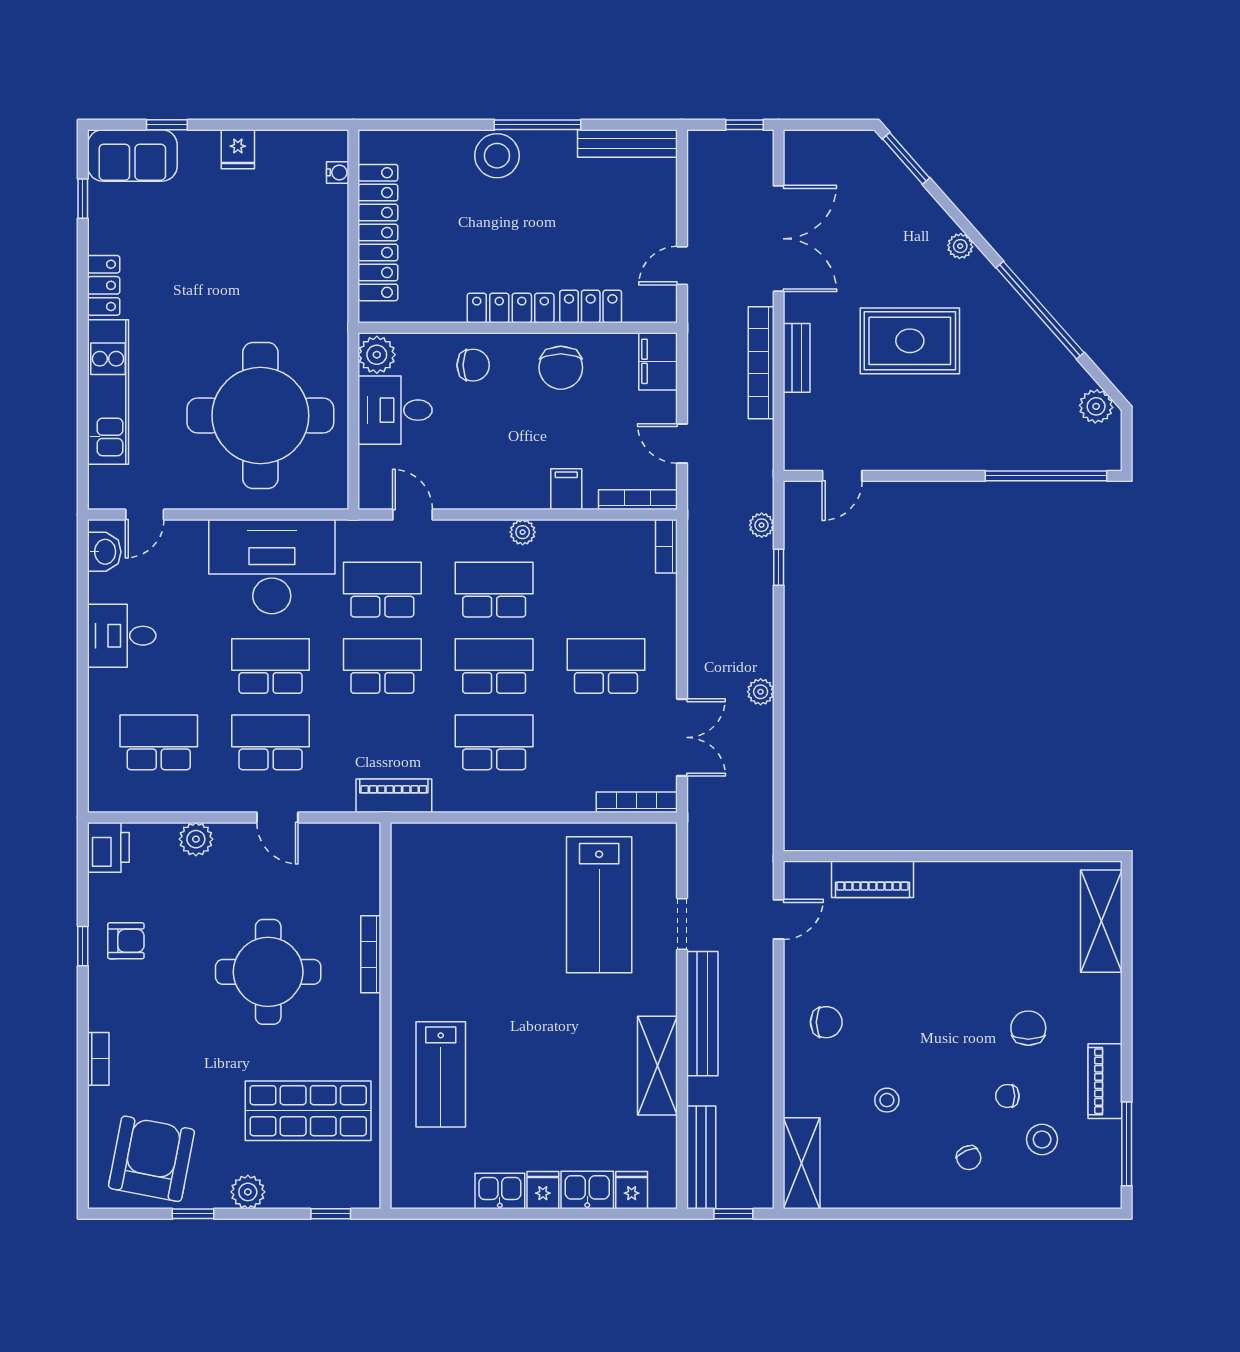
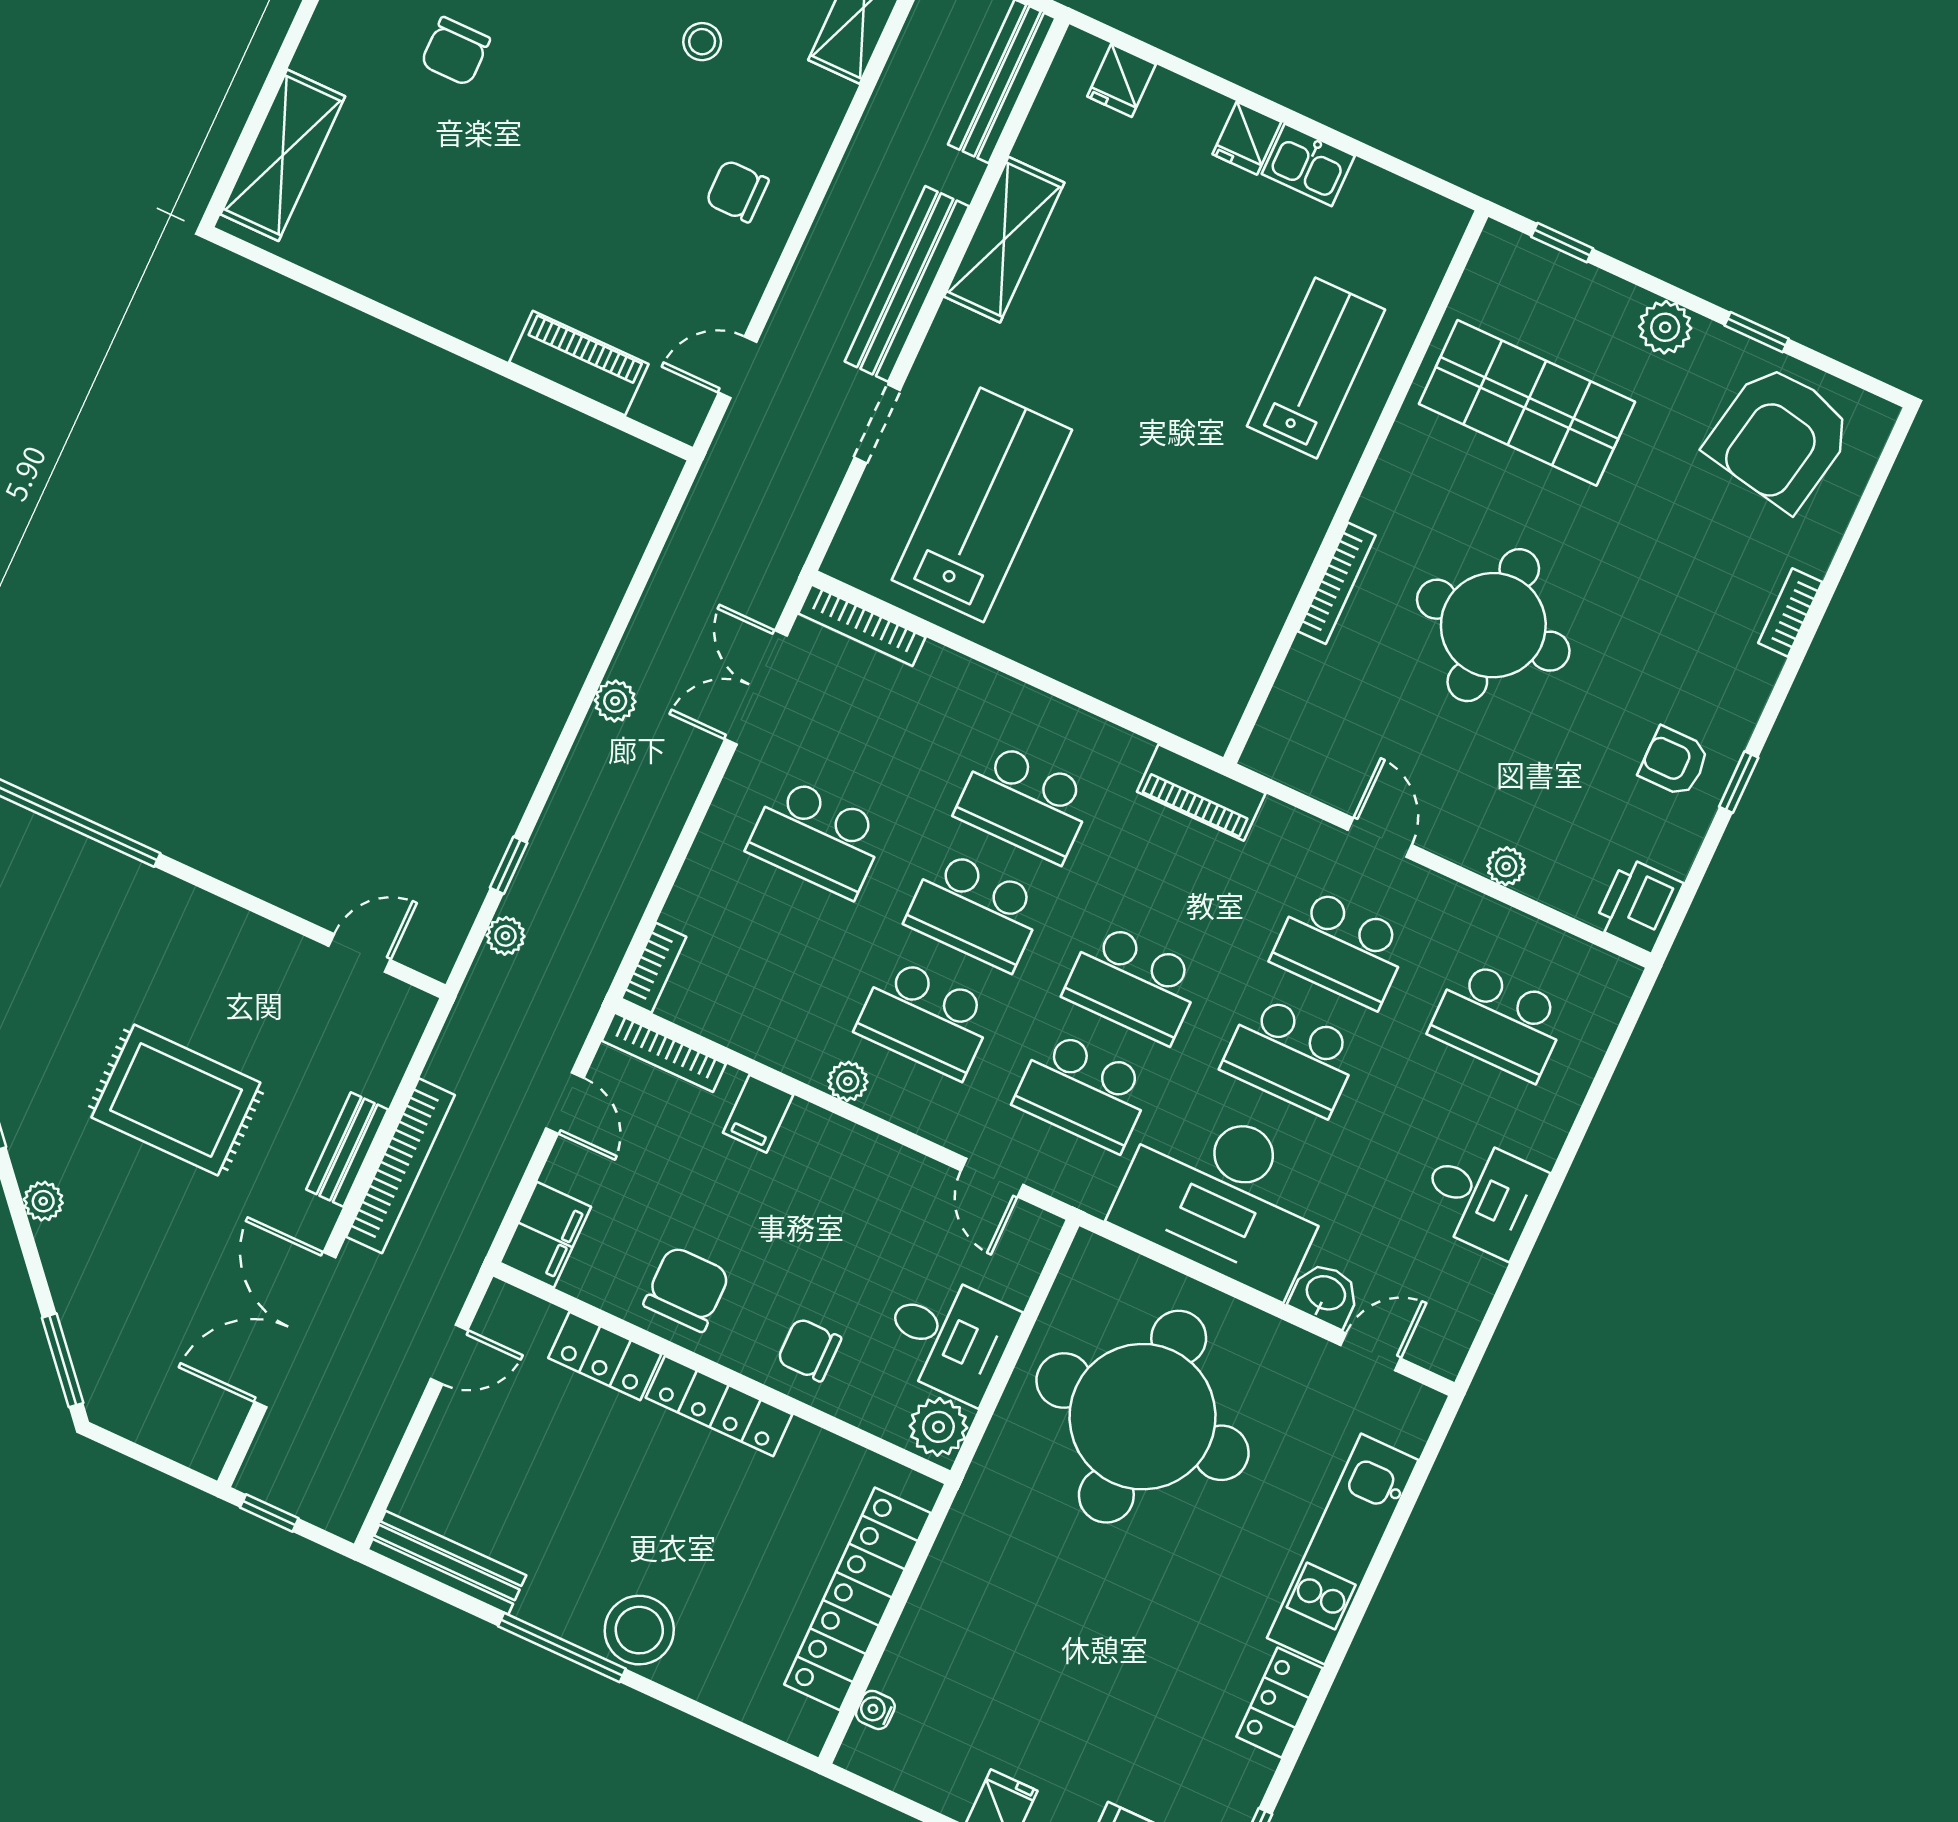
washbasin: (104, 552) -> (1325, 1294), moved, turned 90
plant: (196, 839) -> (1506, 866), width x0.73, depth x0.73
kitchen sink: (587, 1190) -> (1184, 109), removed

